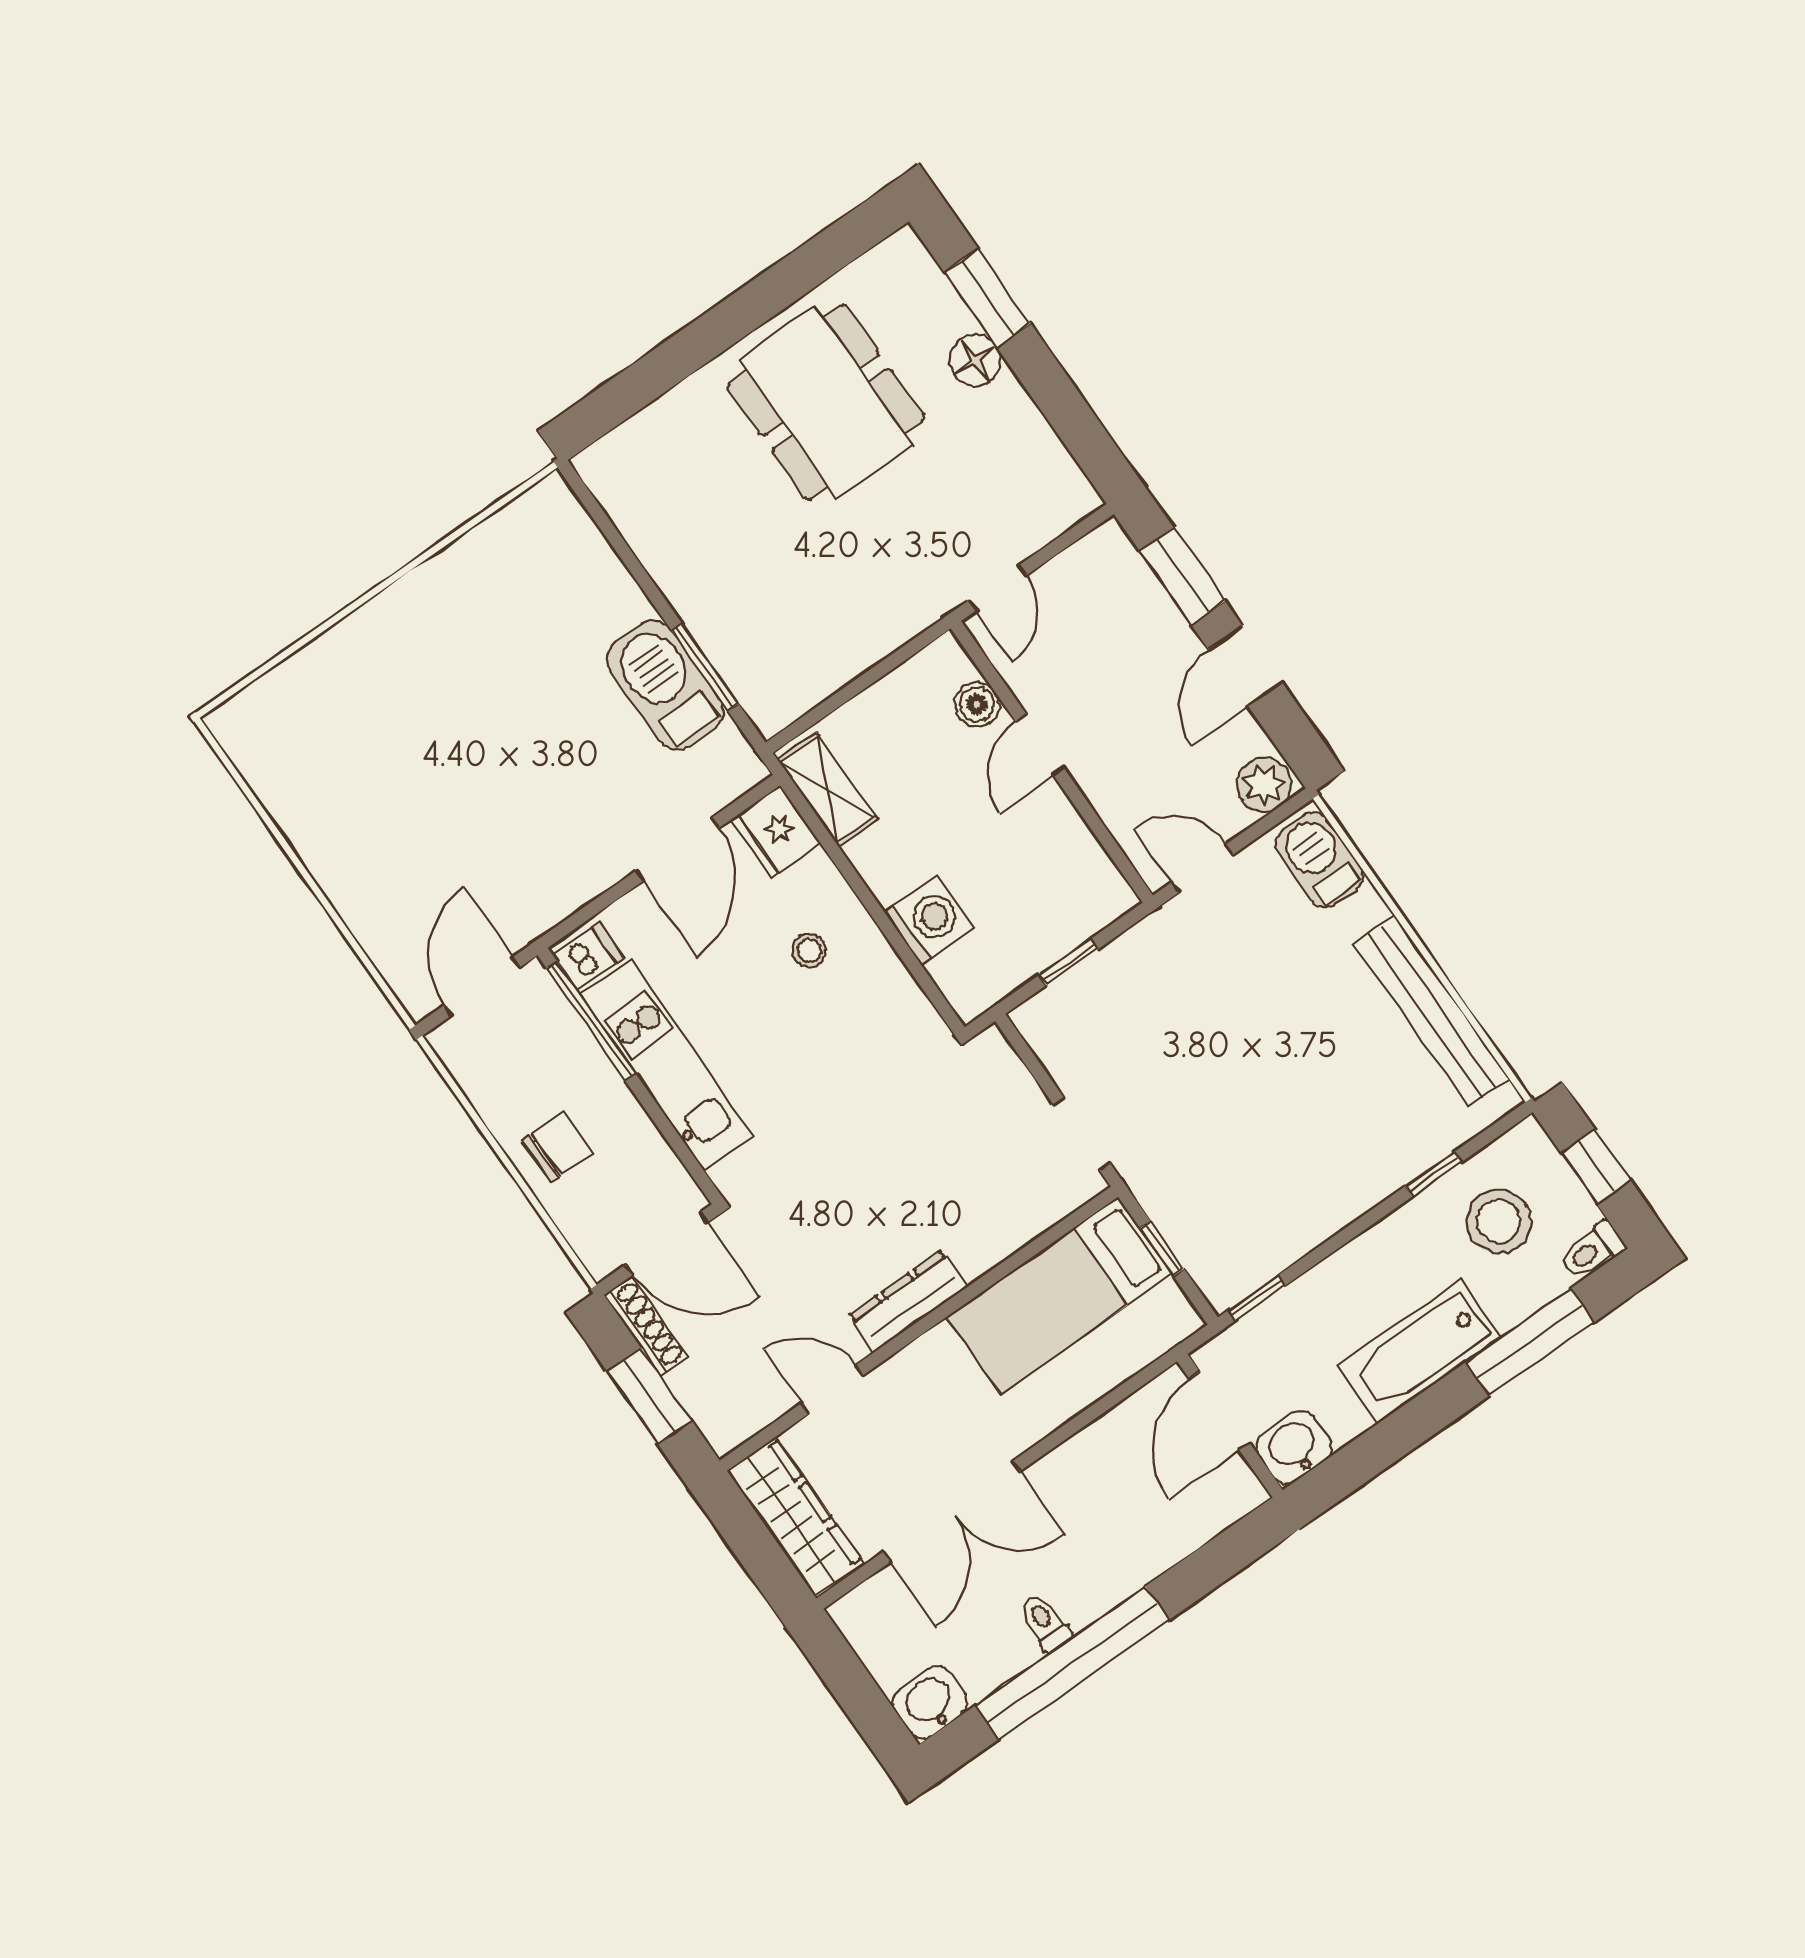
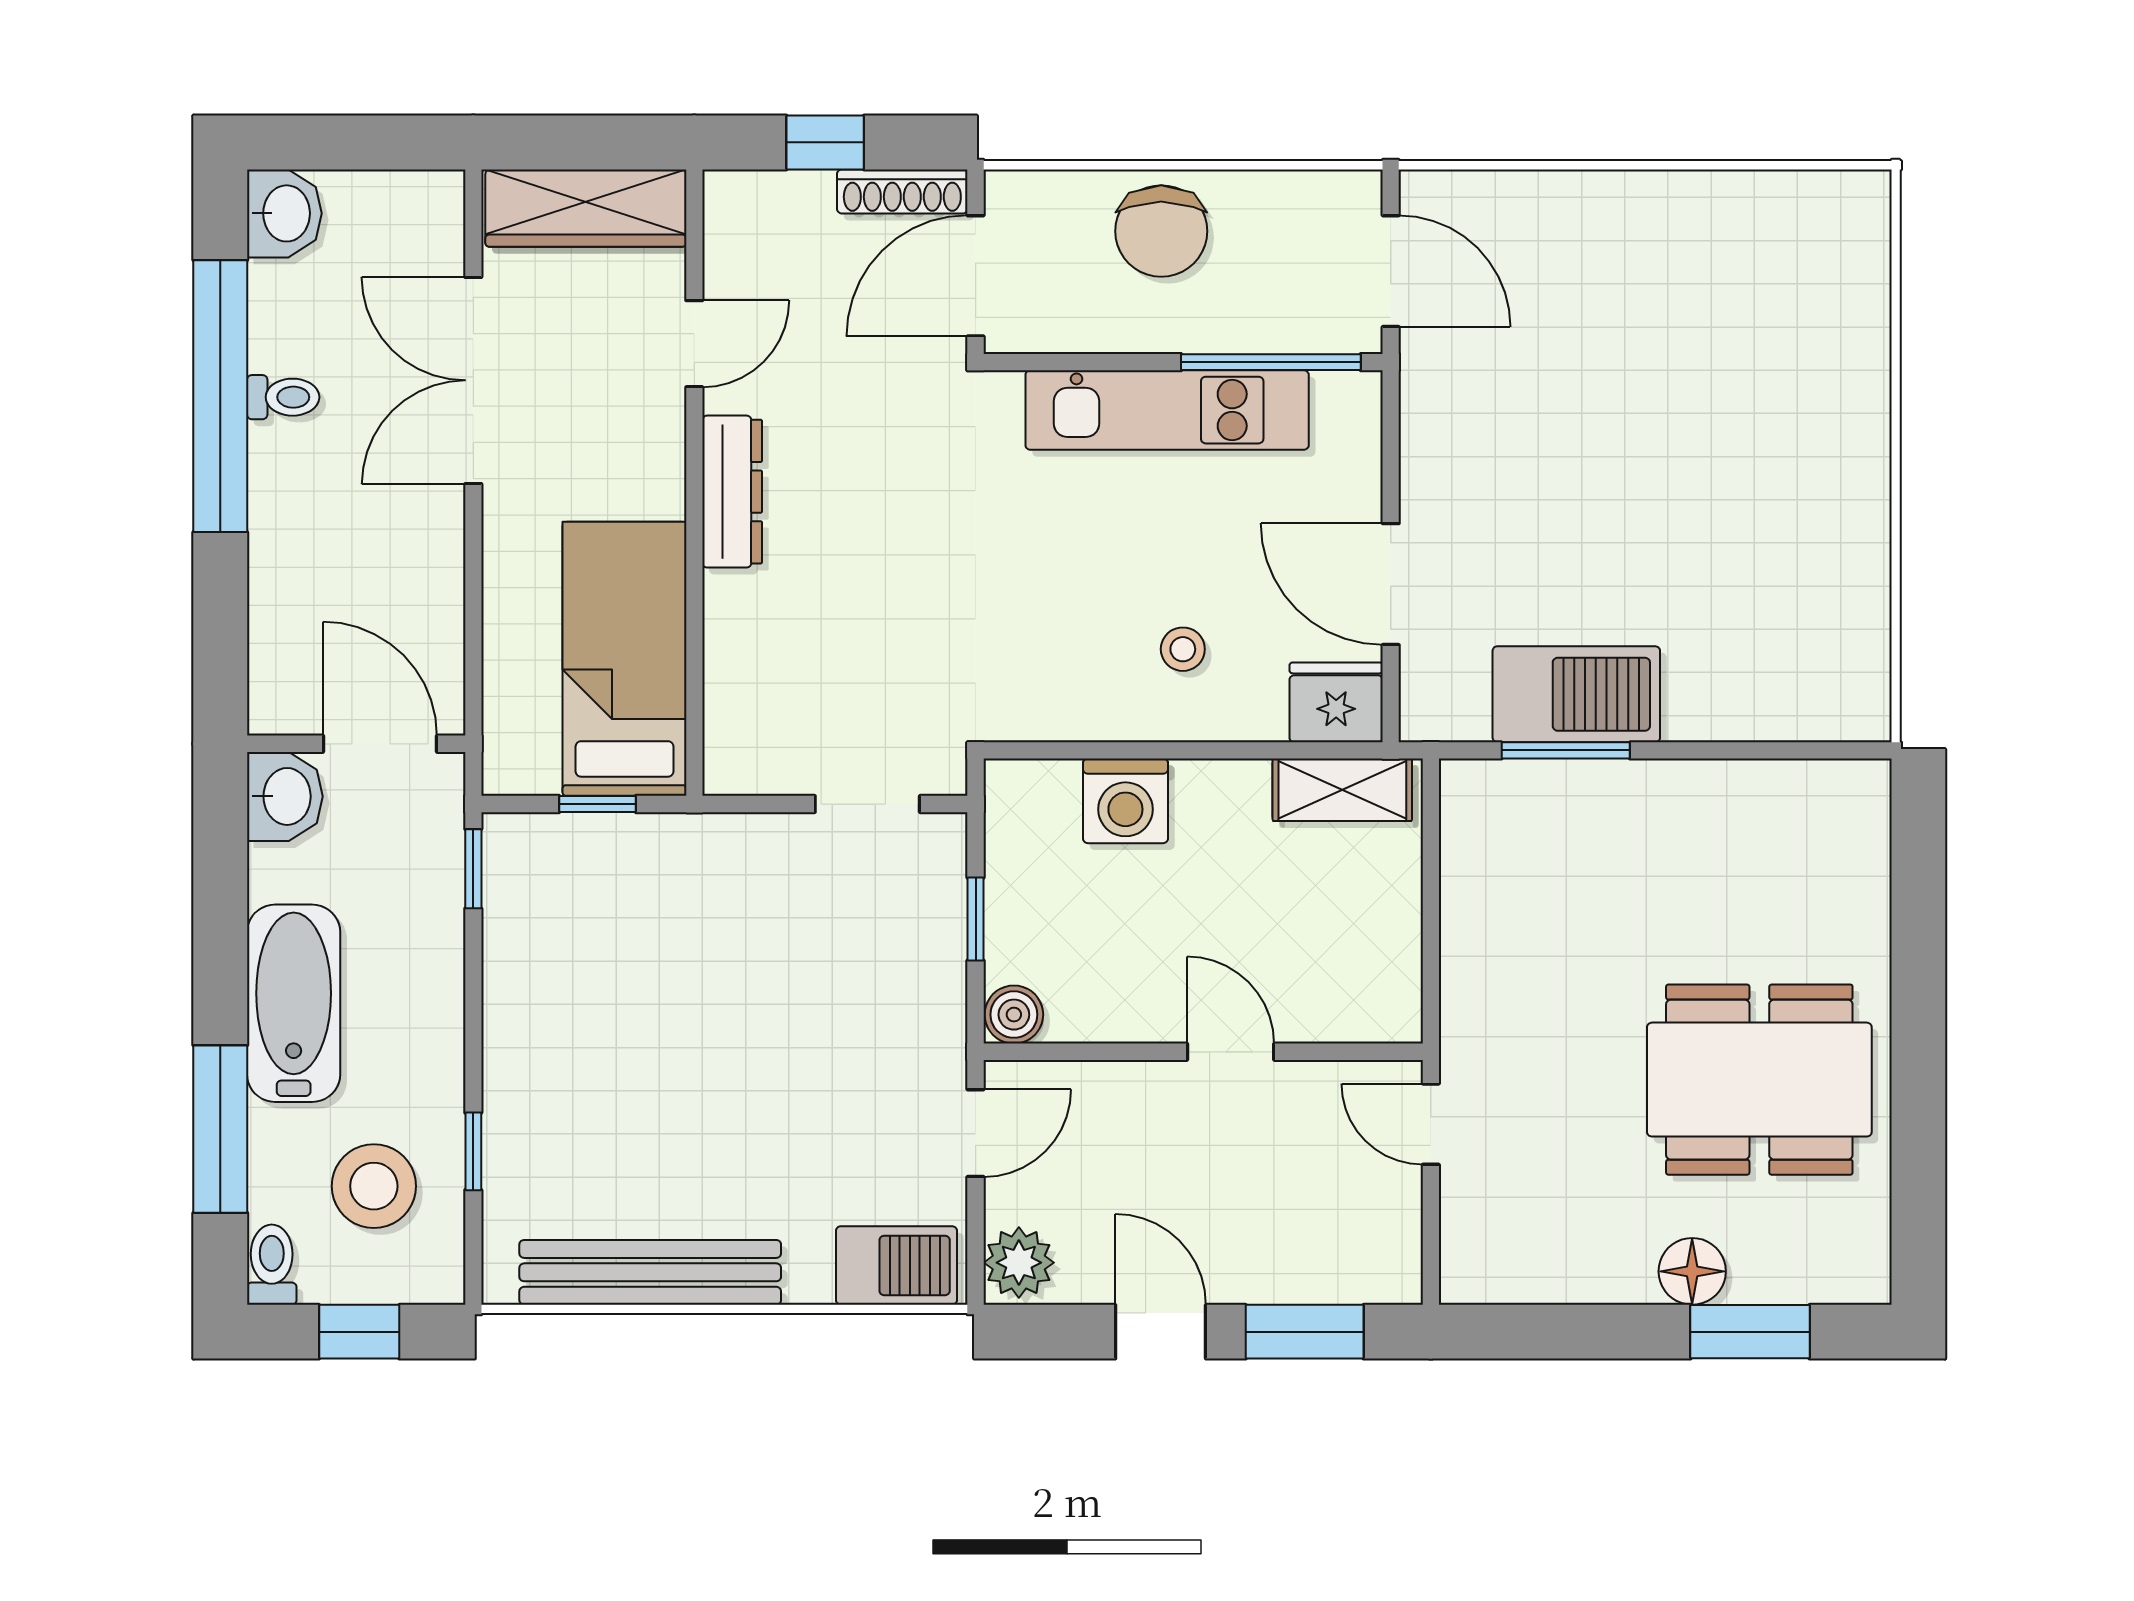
boiler: (977, 704) -> (1014, 1015), moved
dishwasher: (588, 957) -> (1343, 407), removed
doorway: (1082, 1134) -> (867, 804), moved
chair: (557, 1147) -> (1161, 231), width x1.37, depth x1.37
window: (649, 1396) -> (825, 142), width x0.67

